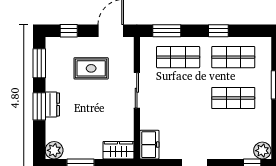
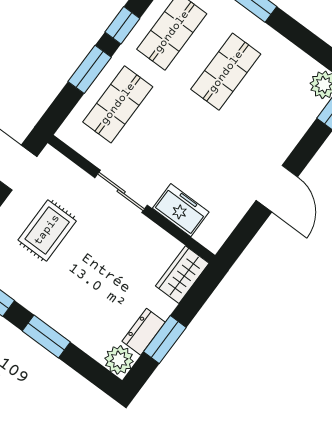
window: (167, 31) -> (90, 69), moved
dresser: (52, 104) -> (144, 332), moved, turned -90
freezer: (149, 145) -> (181, 210), moved

